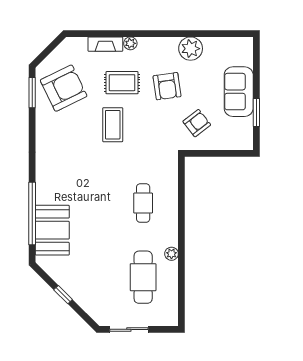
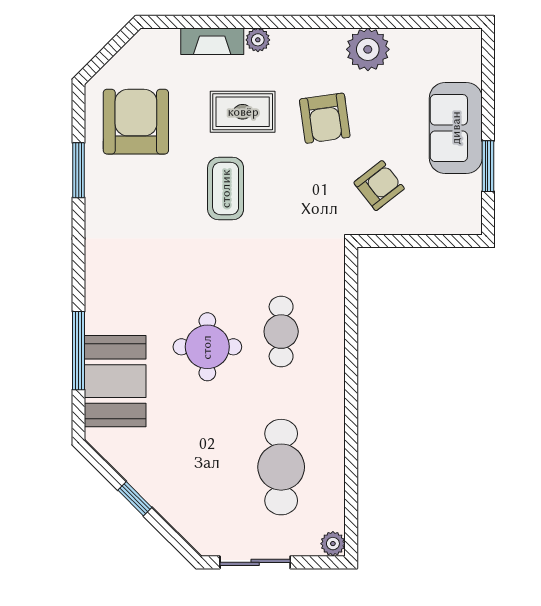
armchair: (64, 88) -> (136, 122), turned -64
window: (32, 93) -> (79, 170), moved
round table: (103, 211) -> (207, 347), added
window: (32, 213) -> (79, 351), width x0.68
plant: (171, 254) -> (333, 544), moved

